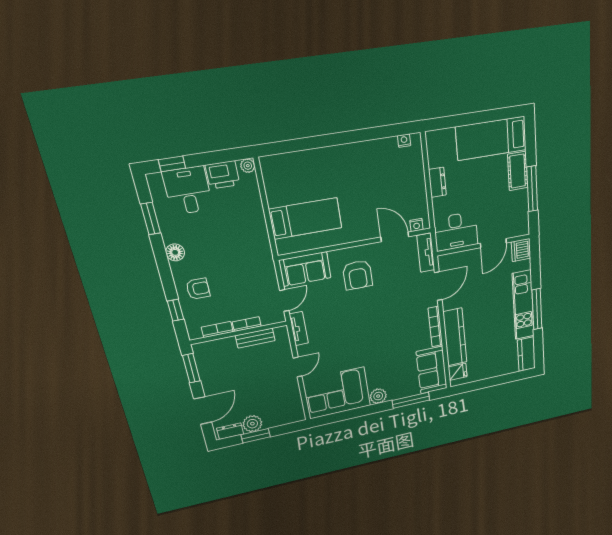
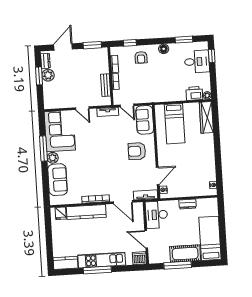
wardrobe: (288, 164) -> (206, 117), added
cot: (518, 171) -> (185, 254), width x1.37, depth x1.34
printer: (223, 175) -> (194, 93), moved, turned 90
sofa: (432, 370) -> (58, 180), moved, turned 90
window: (411, 400) -> (43, 149), moved
door: (203, 411) -> (63, 47), swing flipped

